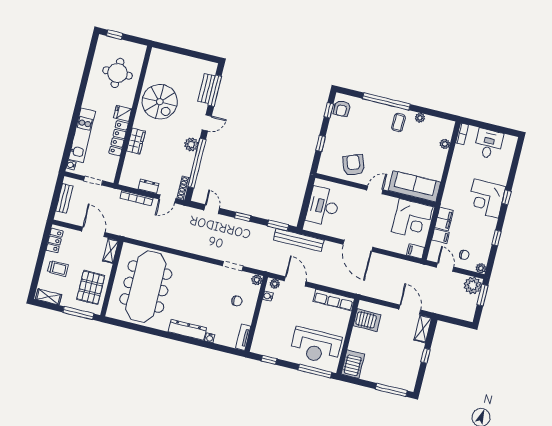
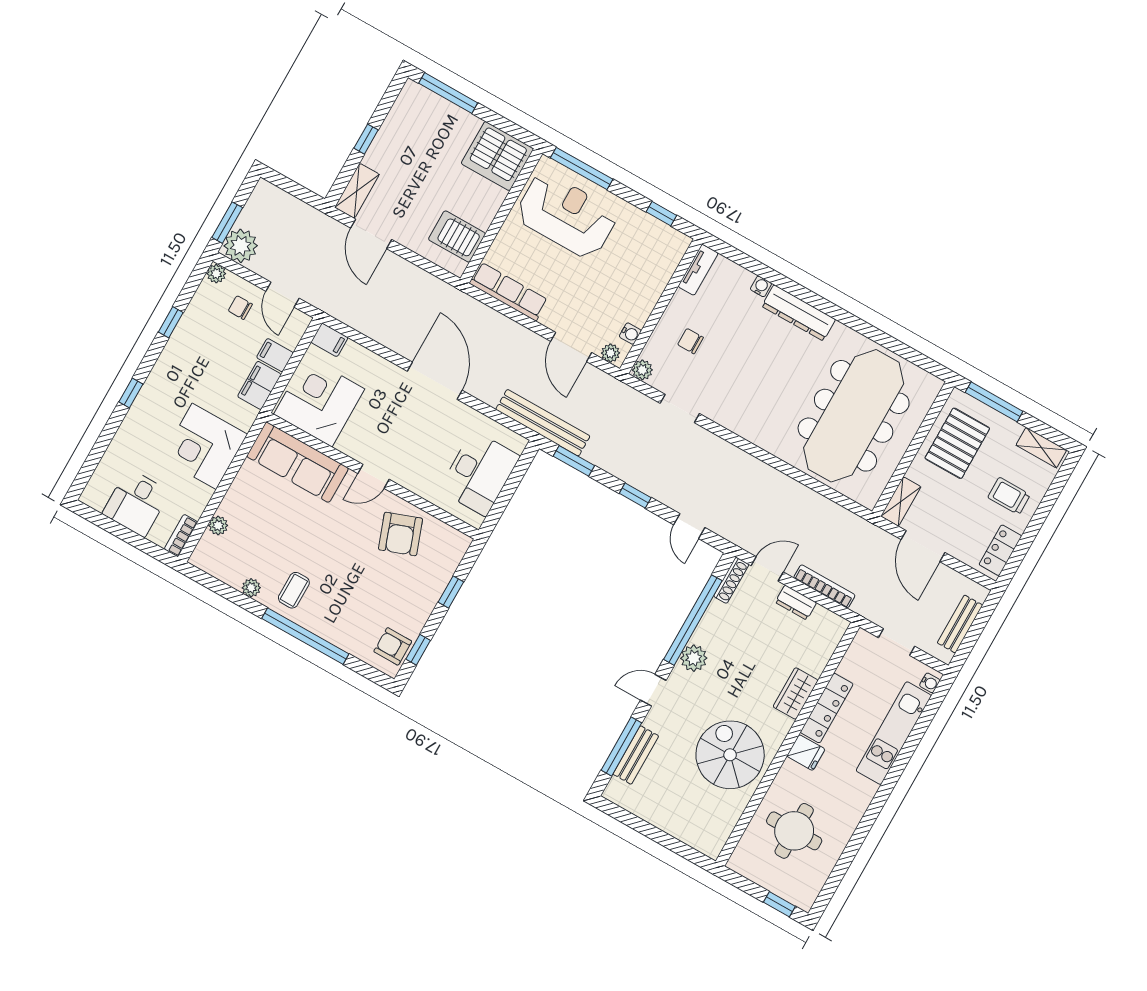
armchair: (342, 108) -> (393, 646), turned -90
corner desk: (486, 199) -> (204, 446), moved, turned 180
server rack: (353, 364) -> (497, 156), width x1.60

